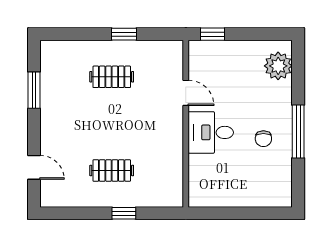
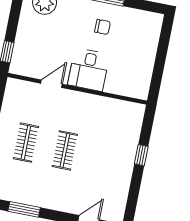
clothes rail: (112, 171) -> (65, 150), moved

